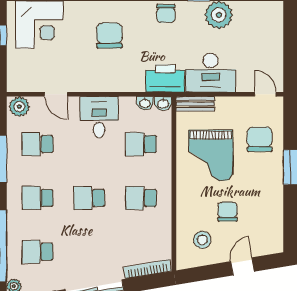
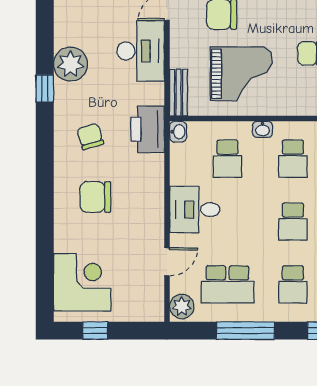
chair: (166, 14) -> (90, 137), moved, turned -107
desk: (211, 73) -> (141, 51), moved
washbasin: (145, 103) -> (262, 129), moved, turned 90
school desk: (38, 144) -> (227, 284), width x1.85

